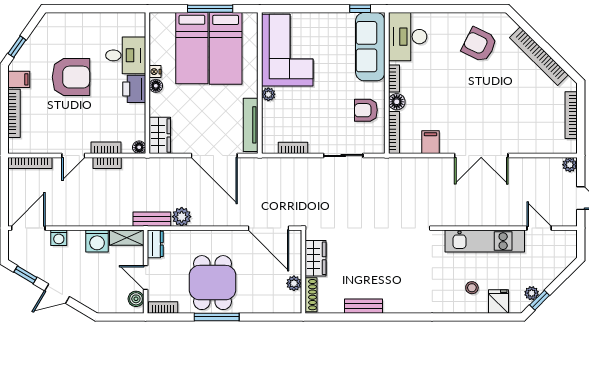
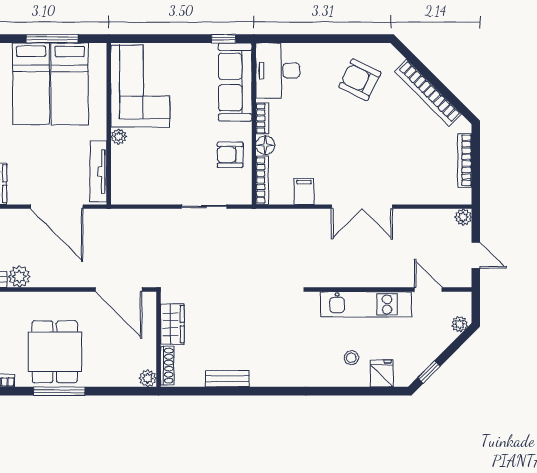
bookcase: (293, 148) -> (147, 198), removed
plant: (294, 283) -> (148, 378), moved
plant: (532, 293) -> (459, 324), moved

